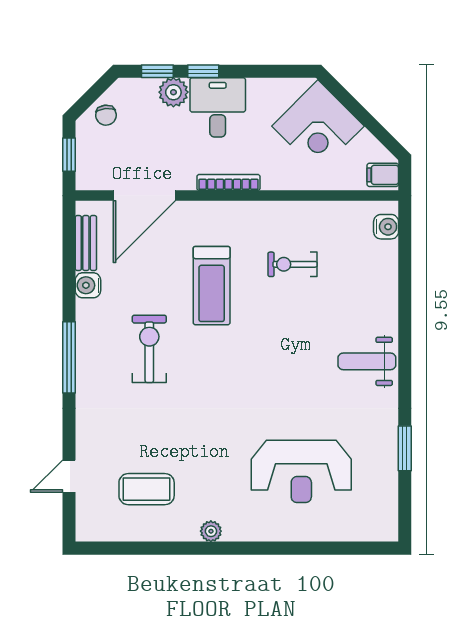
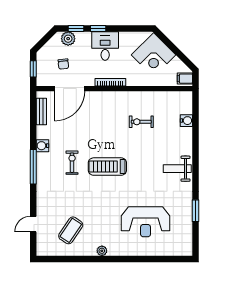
plant: (173, 92) -> (68, 39), moved
chair: (106, 115) -> (63, 64), moved
water cooler: (386, 227) -> (186, 121), moved
water cooler: (88, 285) -> (42, 146), moved
treadmill: (212, 286) -> (107, 167), moved, turned 90
exercise bike: (149, 349) -> (72, 163), width x0.73, depth x0.72
coffee table: (147, 489) -> (71, 230), turned -56

